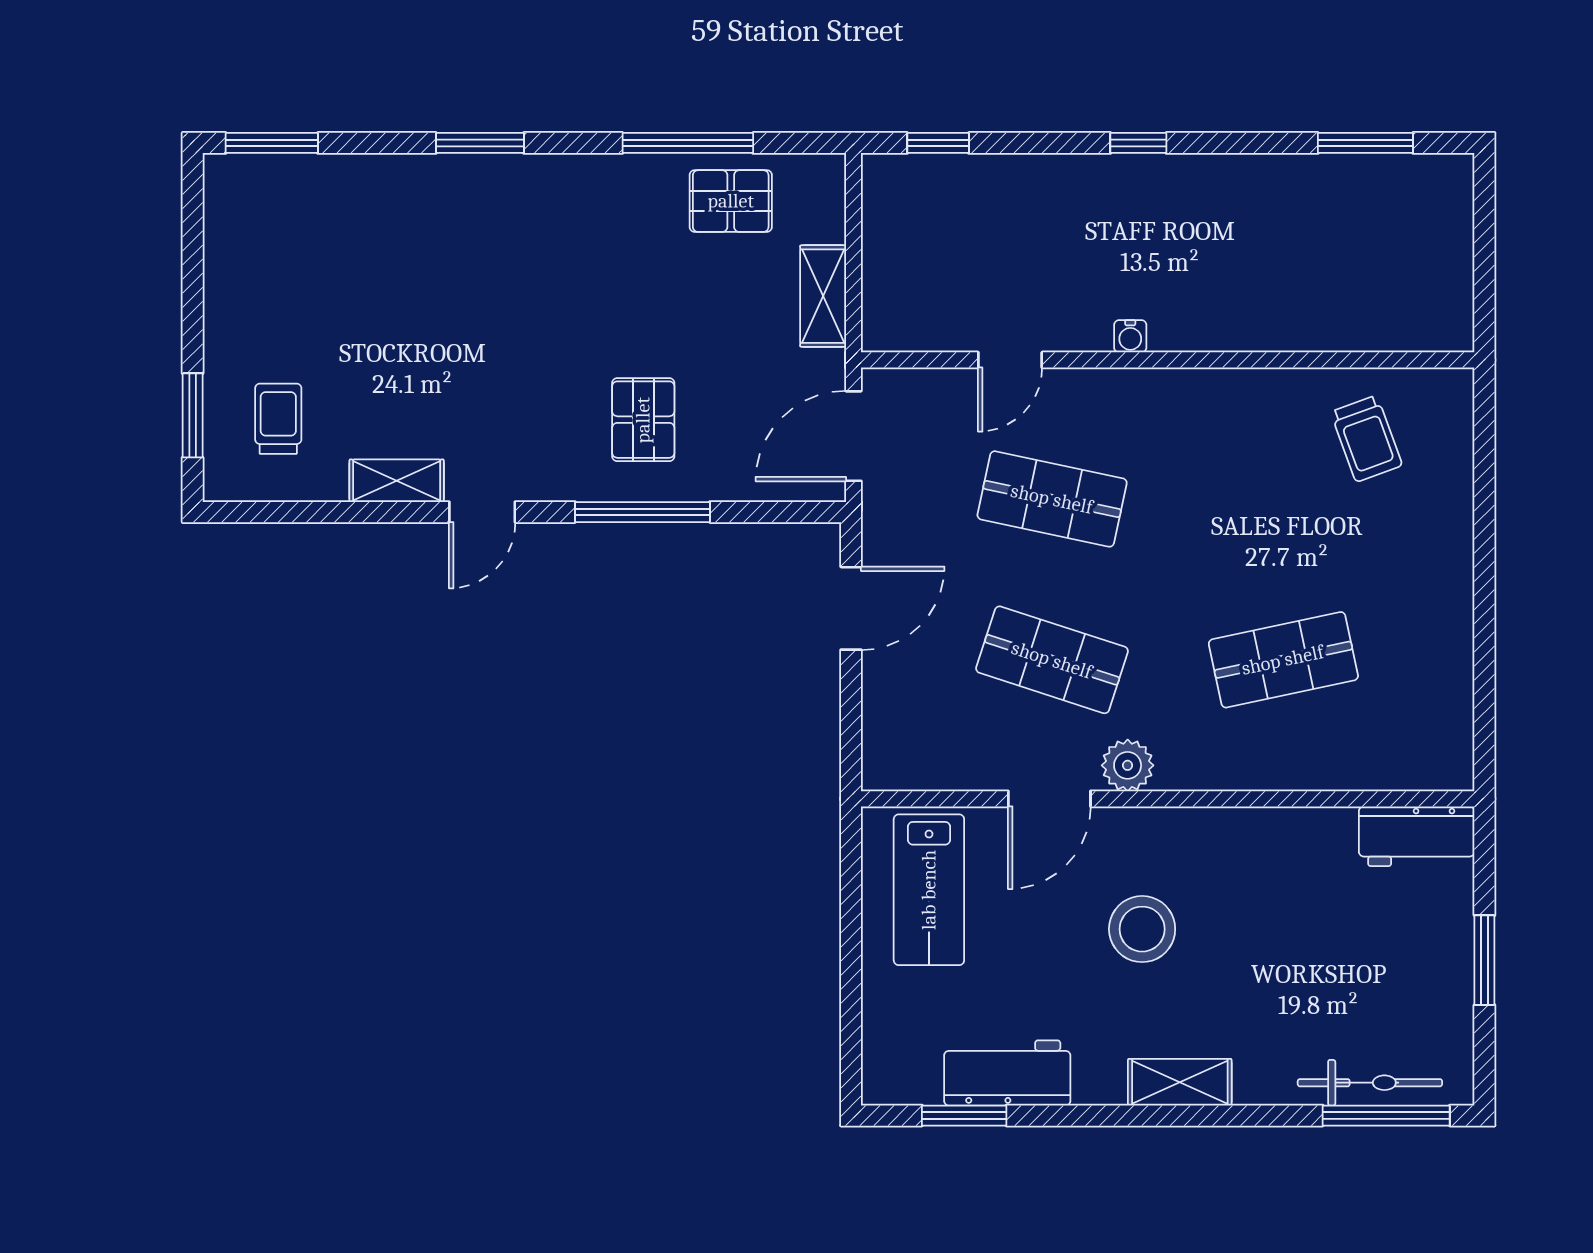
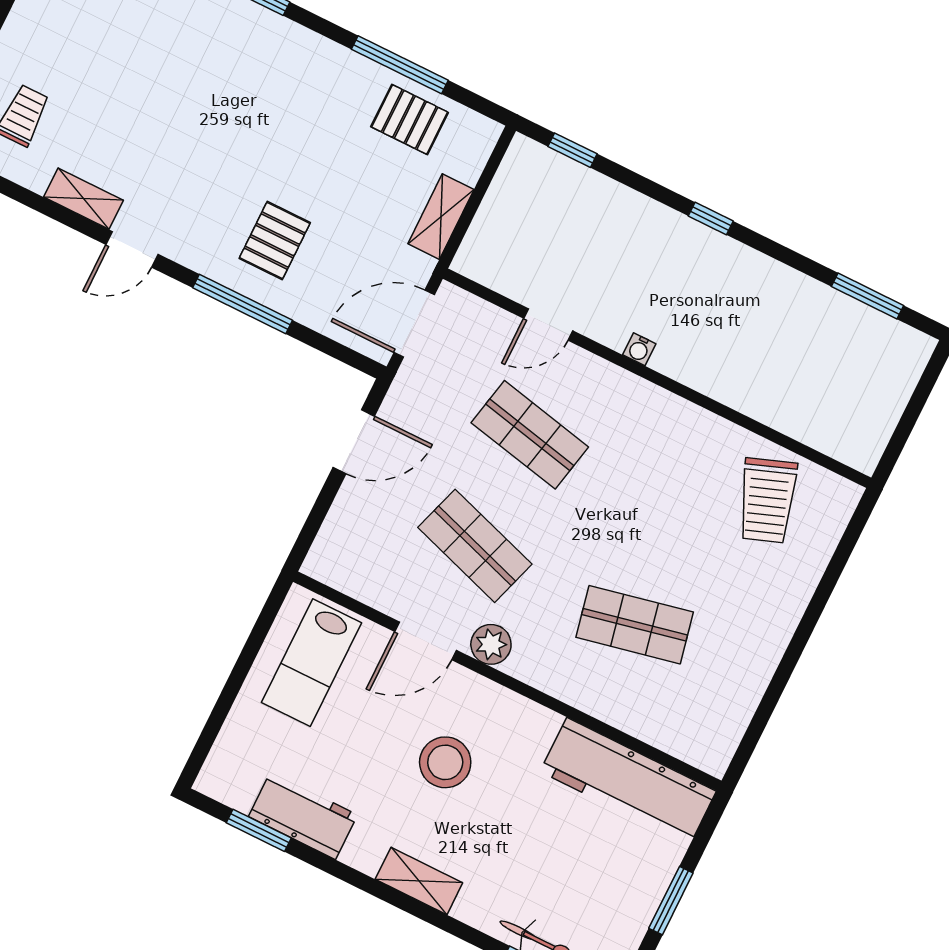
trolley: (1366, 439) -> (767, 500), width x1.36, depth x1.39
workbench: (1417, 836) -> (628, 781), width x1.88, depth x1.32

